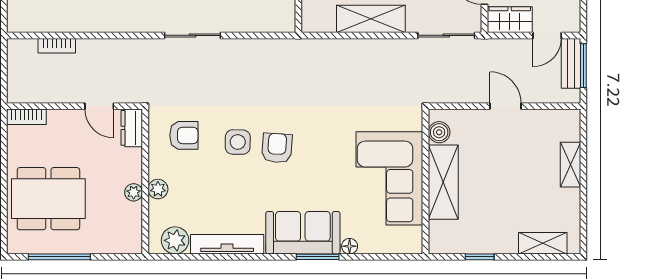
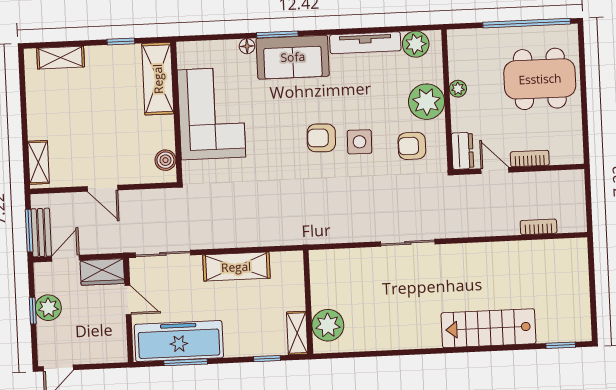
bookcase: (26, 117) -> (530, 158), moved
armchair: (277, 148) -> (321, 138), turned 88
shelving: (570, 165) -> (38, 162), moved
shelving: (443, 182) -> (158, 79), moved
plant: (158, 189) -> (427, 102), width x1.88, depth x1.88
window: (59, 257) -> (527, 23), width x1.46

